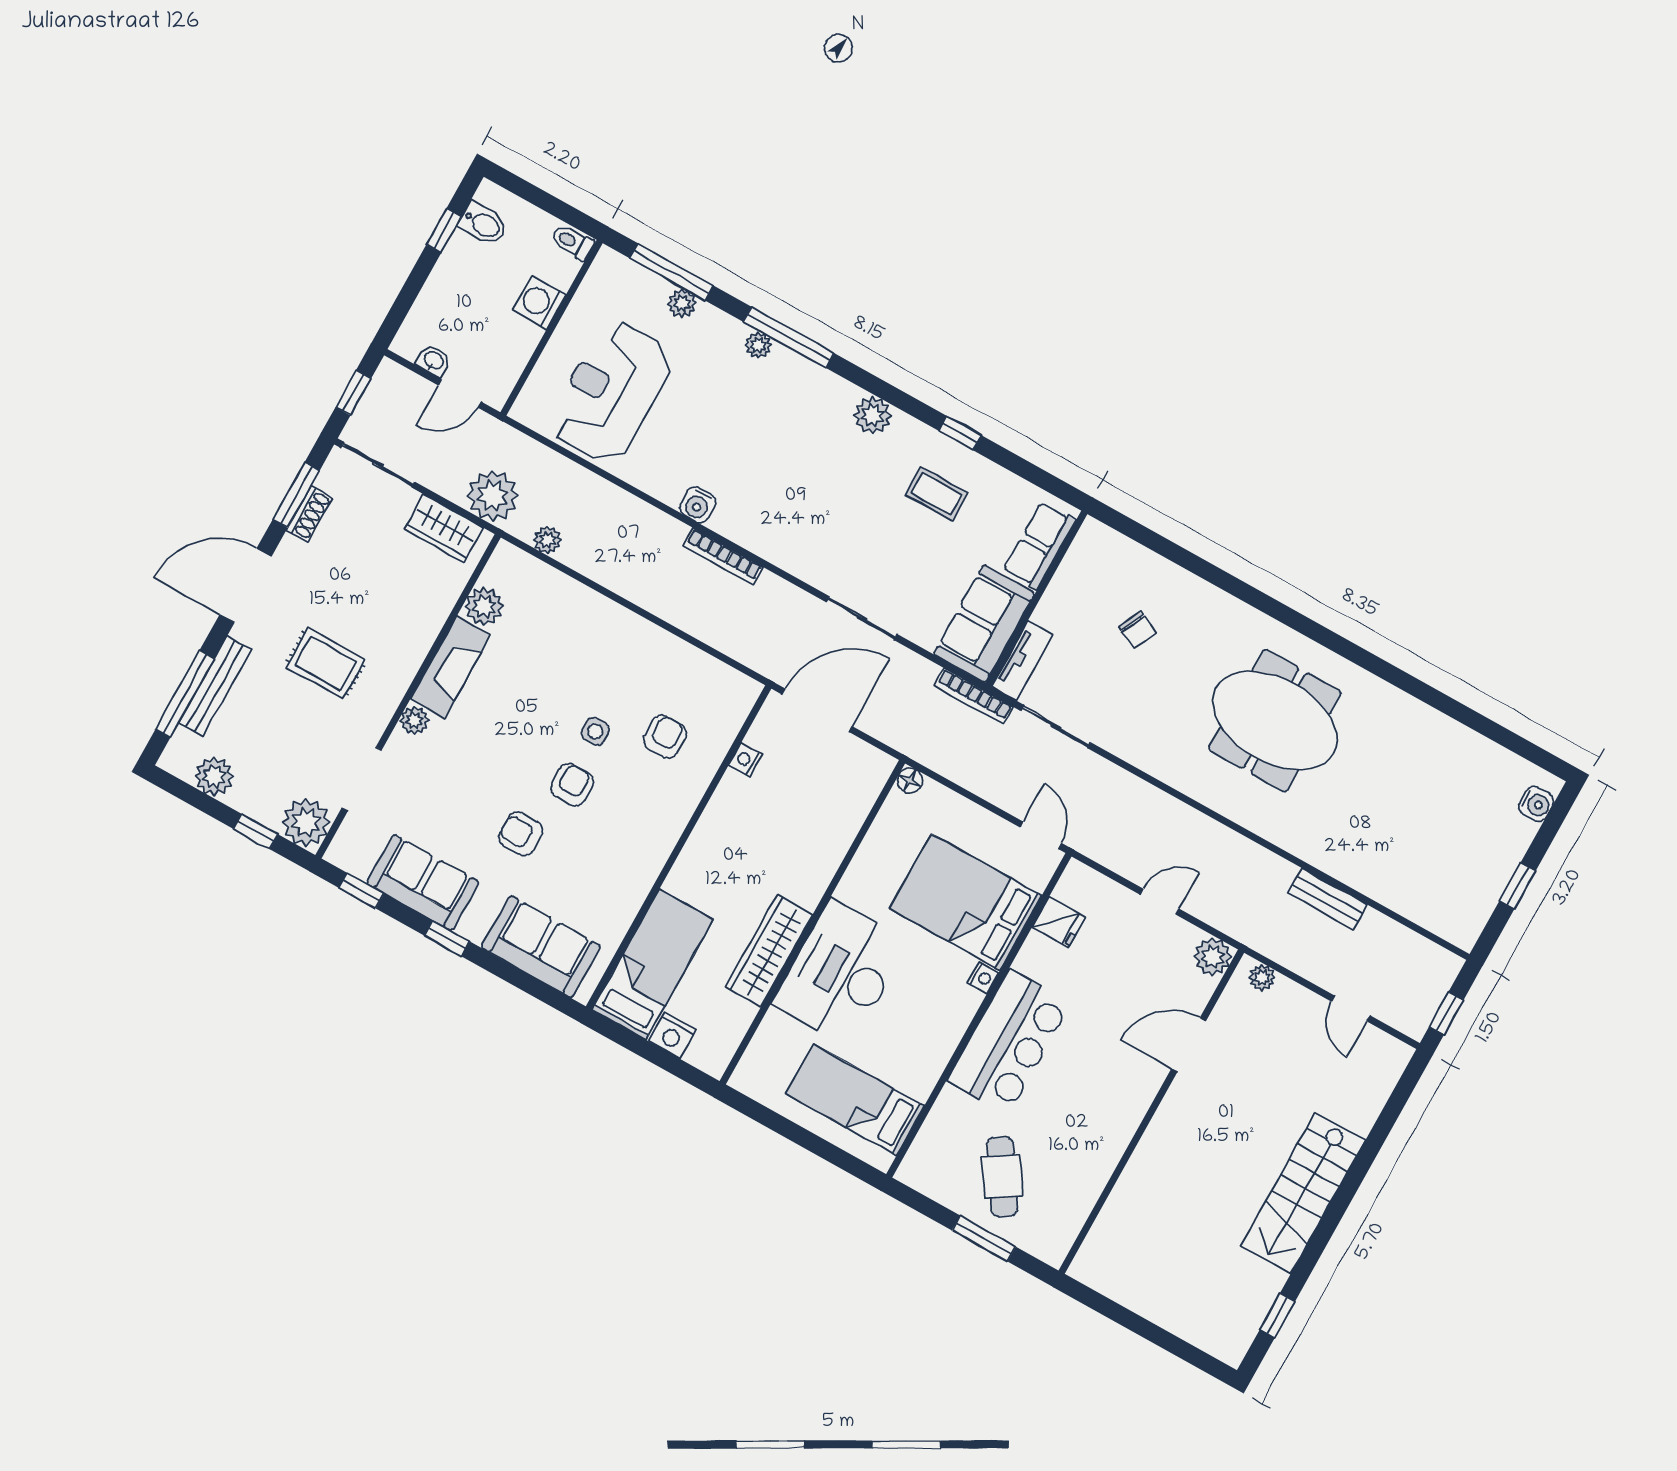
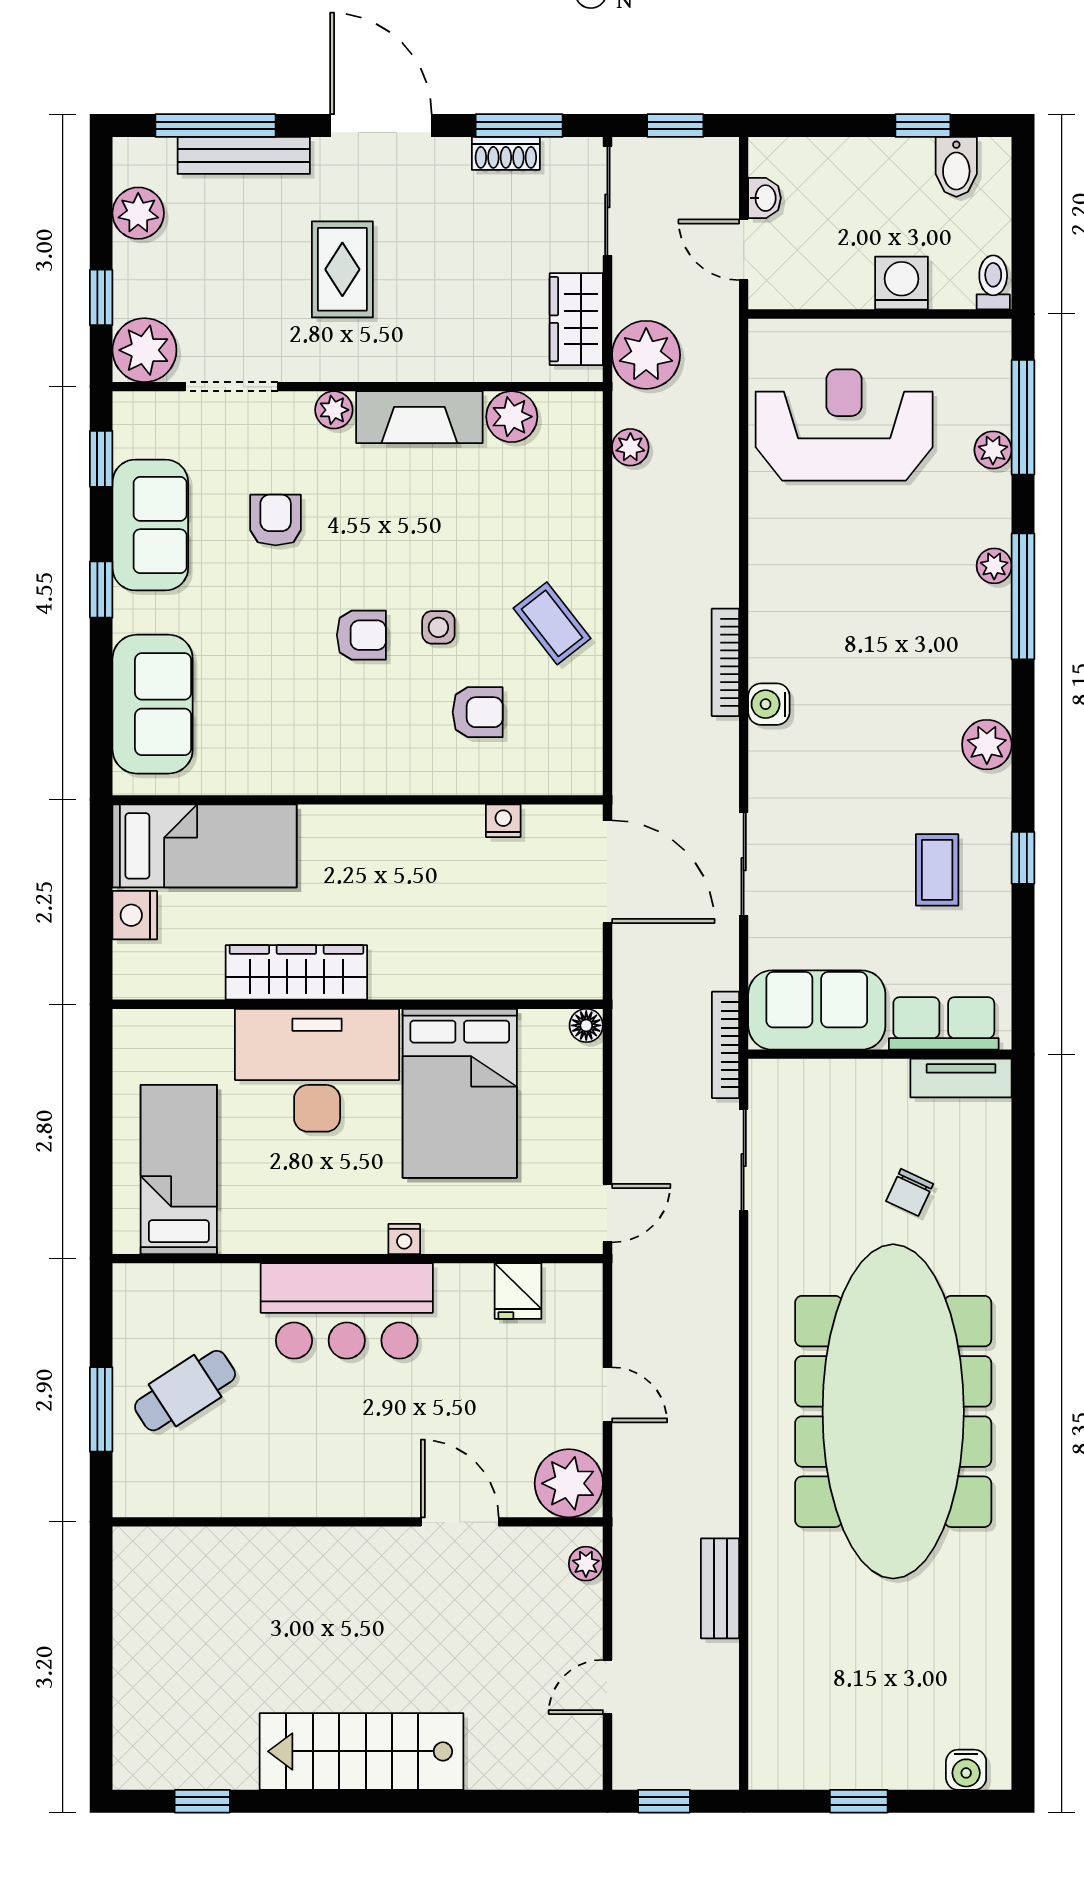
water cooler: (698, 505) -> (769, 704), moved
coffee table: (634, 656) -> (552, 623), added
tv unit: (1022, 660) -> (961, 1078), moved
meeting table: (1275, 721) -> (893, 1411), width x1.86, depth x1.27
armchair: (521, 834) -> (276, 520), moved
bed: (966, 902) -> (460, 1093), moved, turned 180
plant: (1213, 957) -> (569, 1483), width x1.36, depth x1.36

